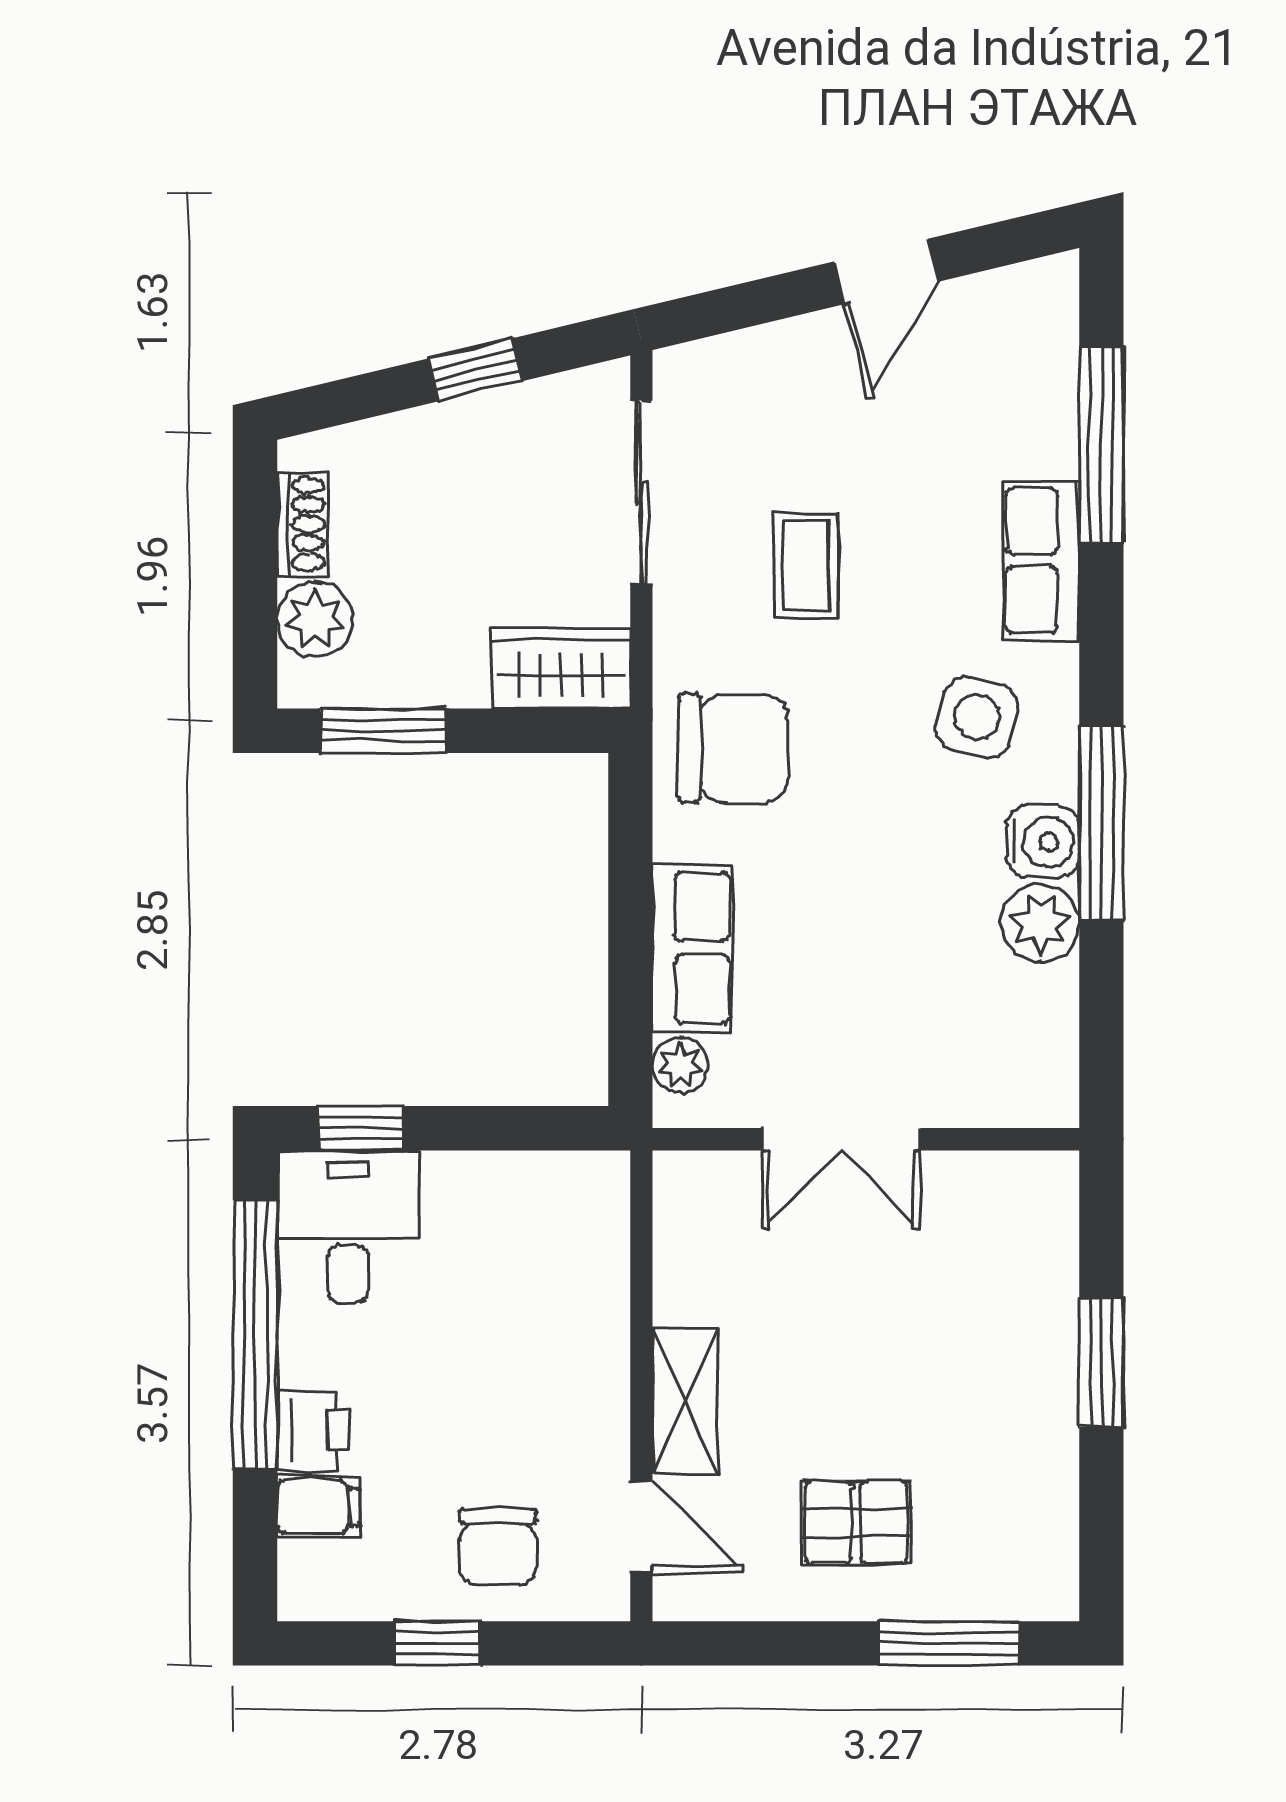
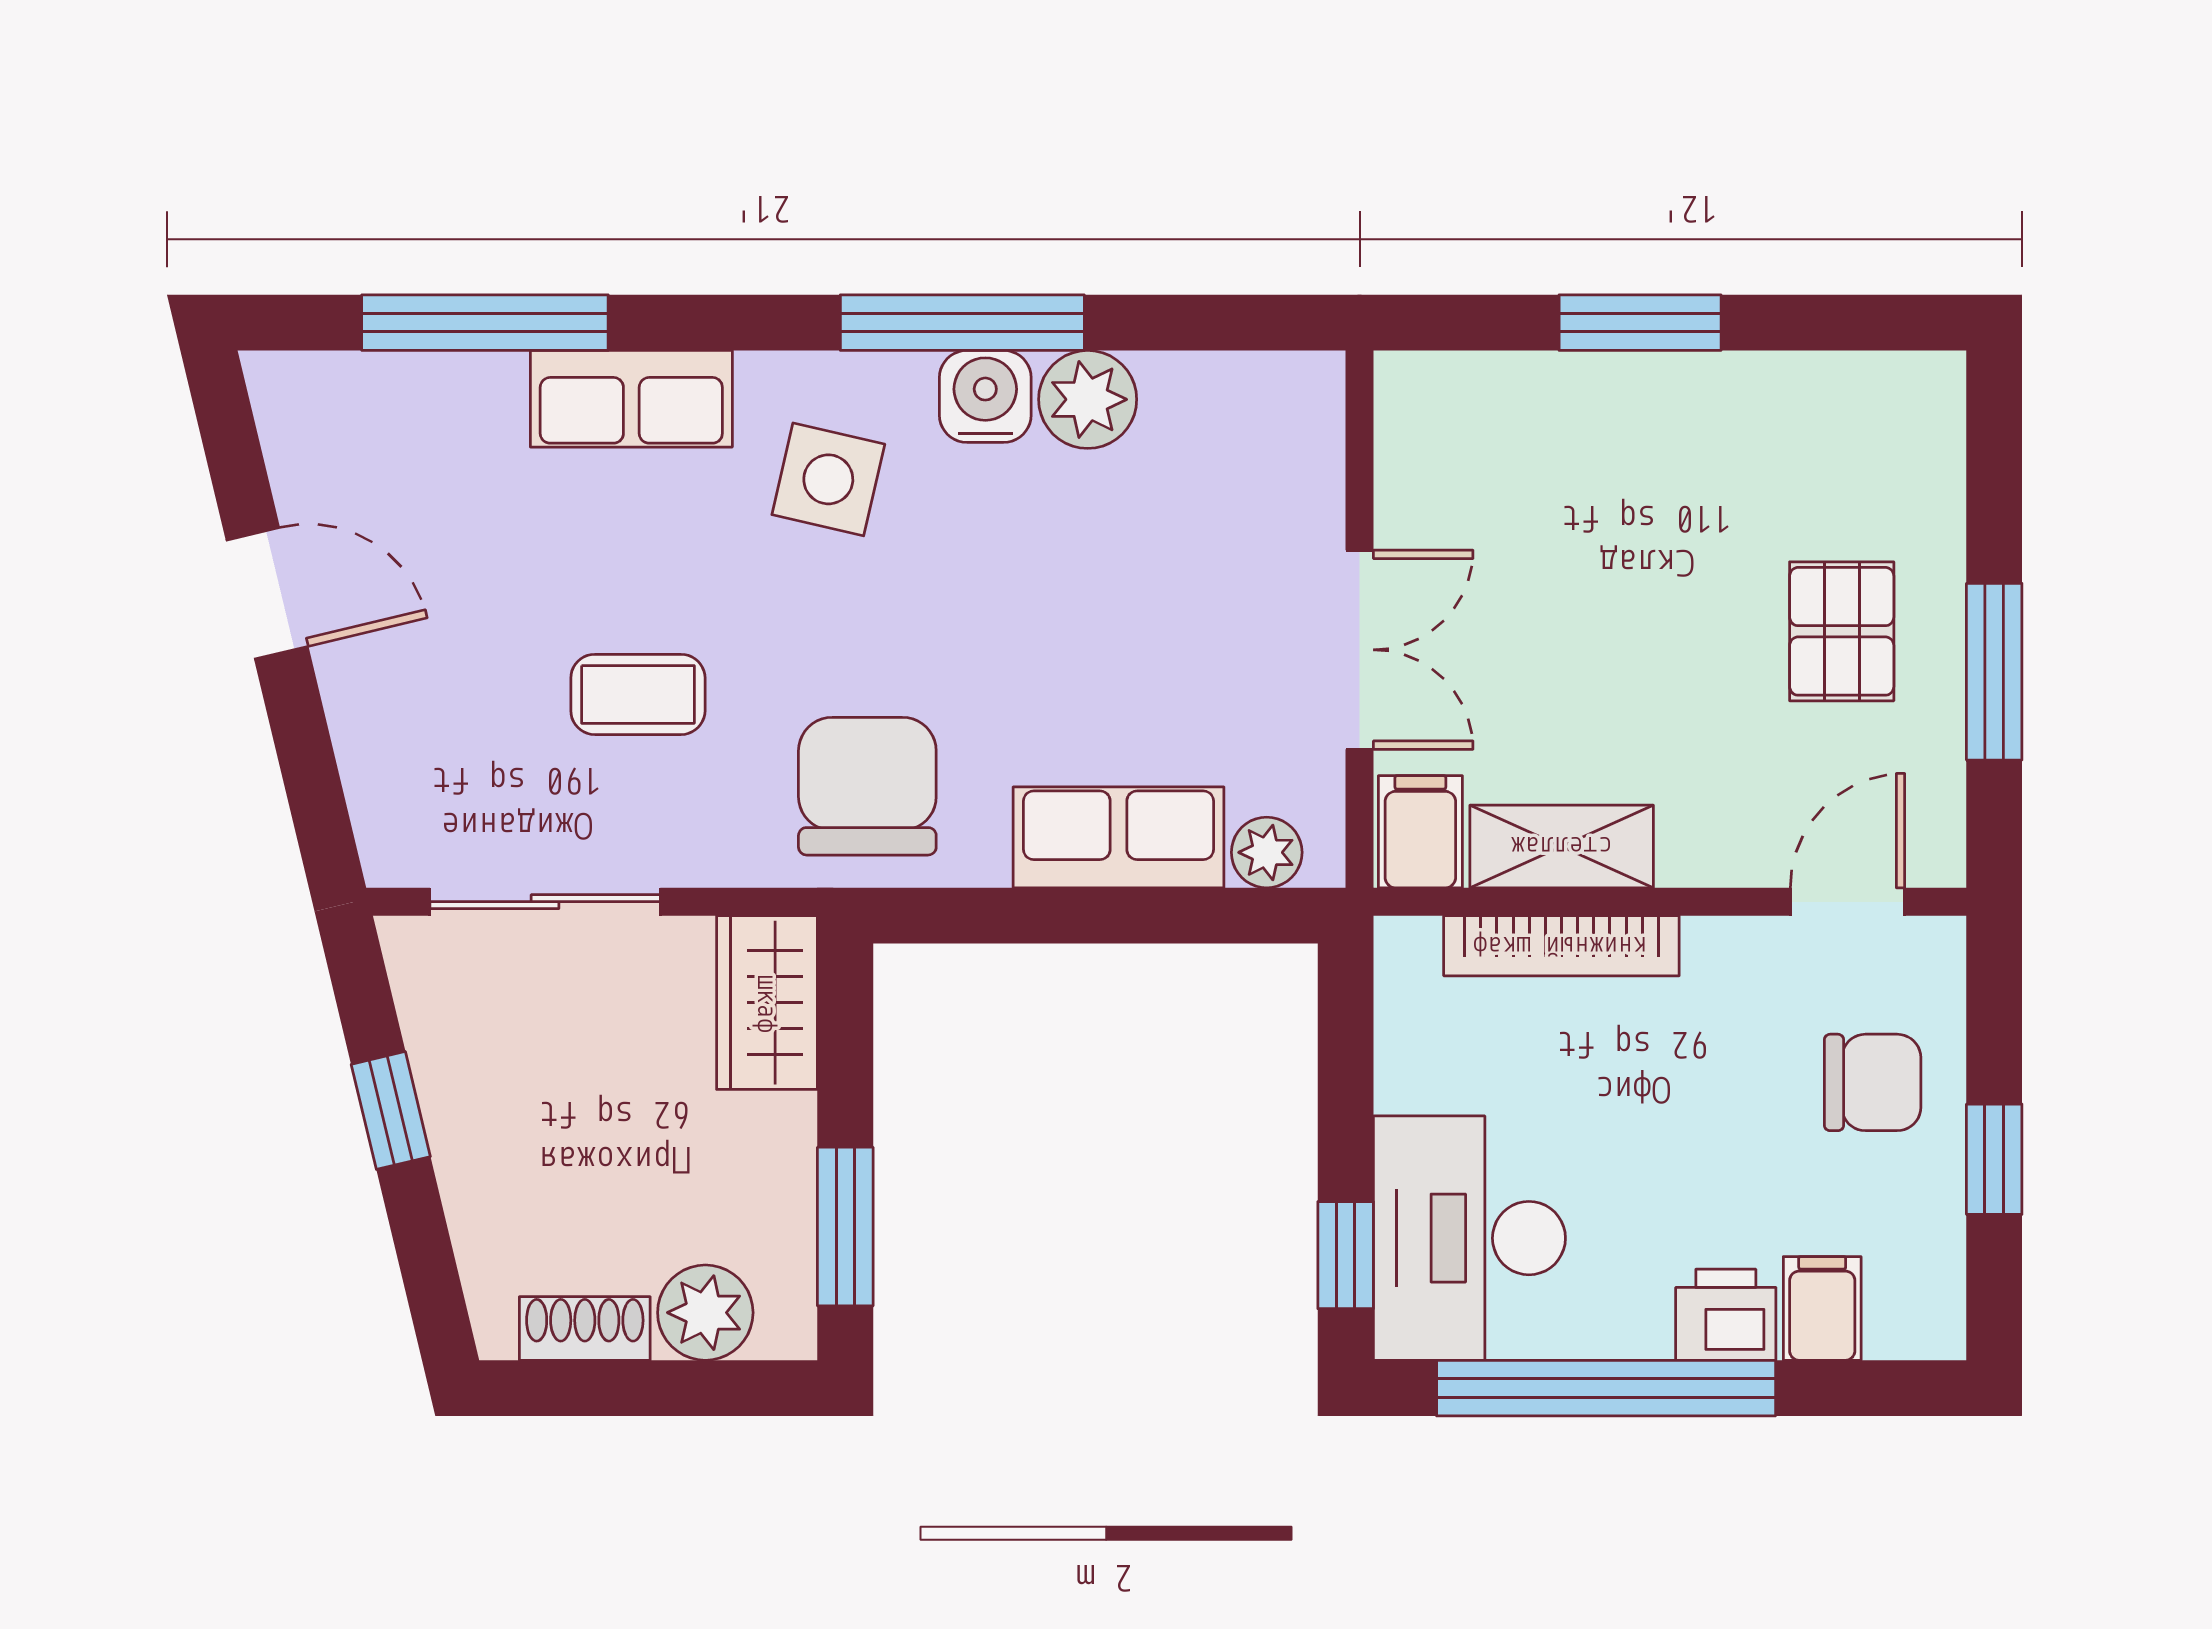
filing cabinet: (697, 1188) -> (1420, 832), added
desk: (348, 1227) -> (1469, 1238), width x1.37
bookcase: (606, 1300) -> (1561, 946), added
shelving: (685, 1401) -> (1562, 846), moved
window: (949, 1643) -> (1994, 672), moved

